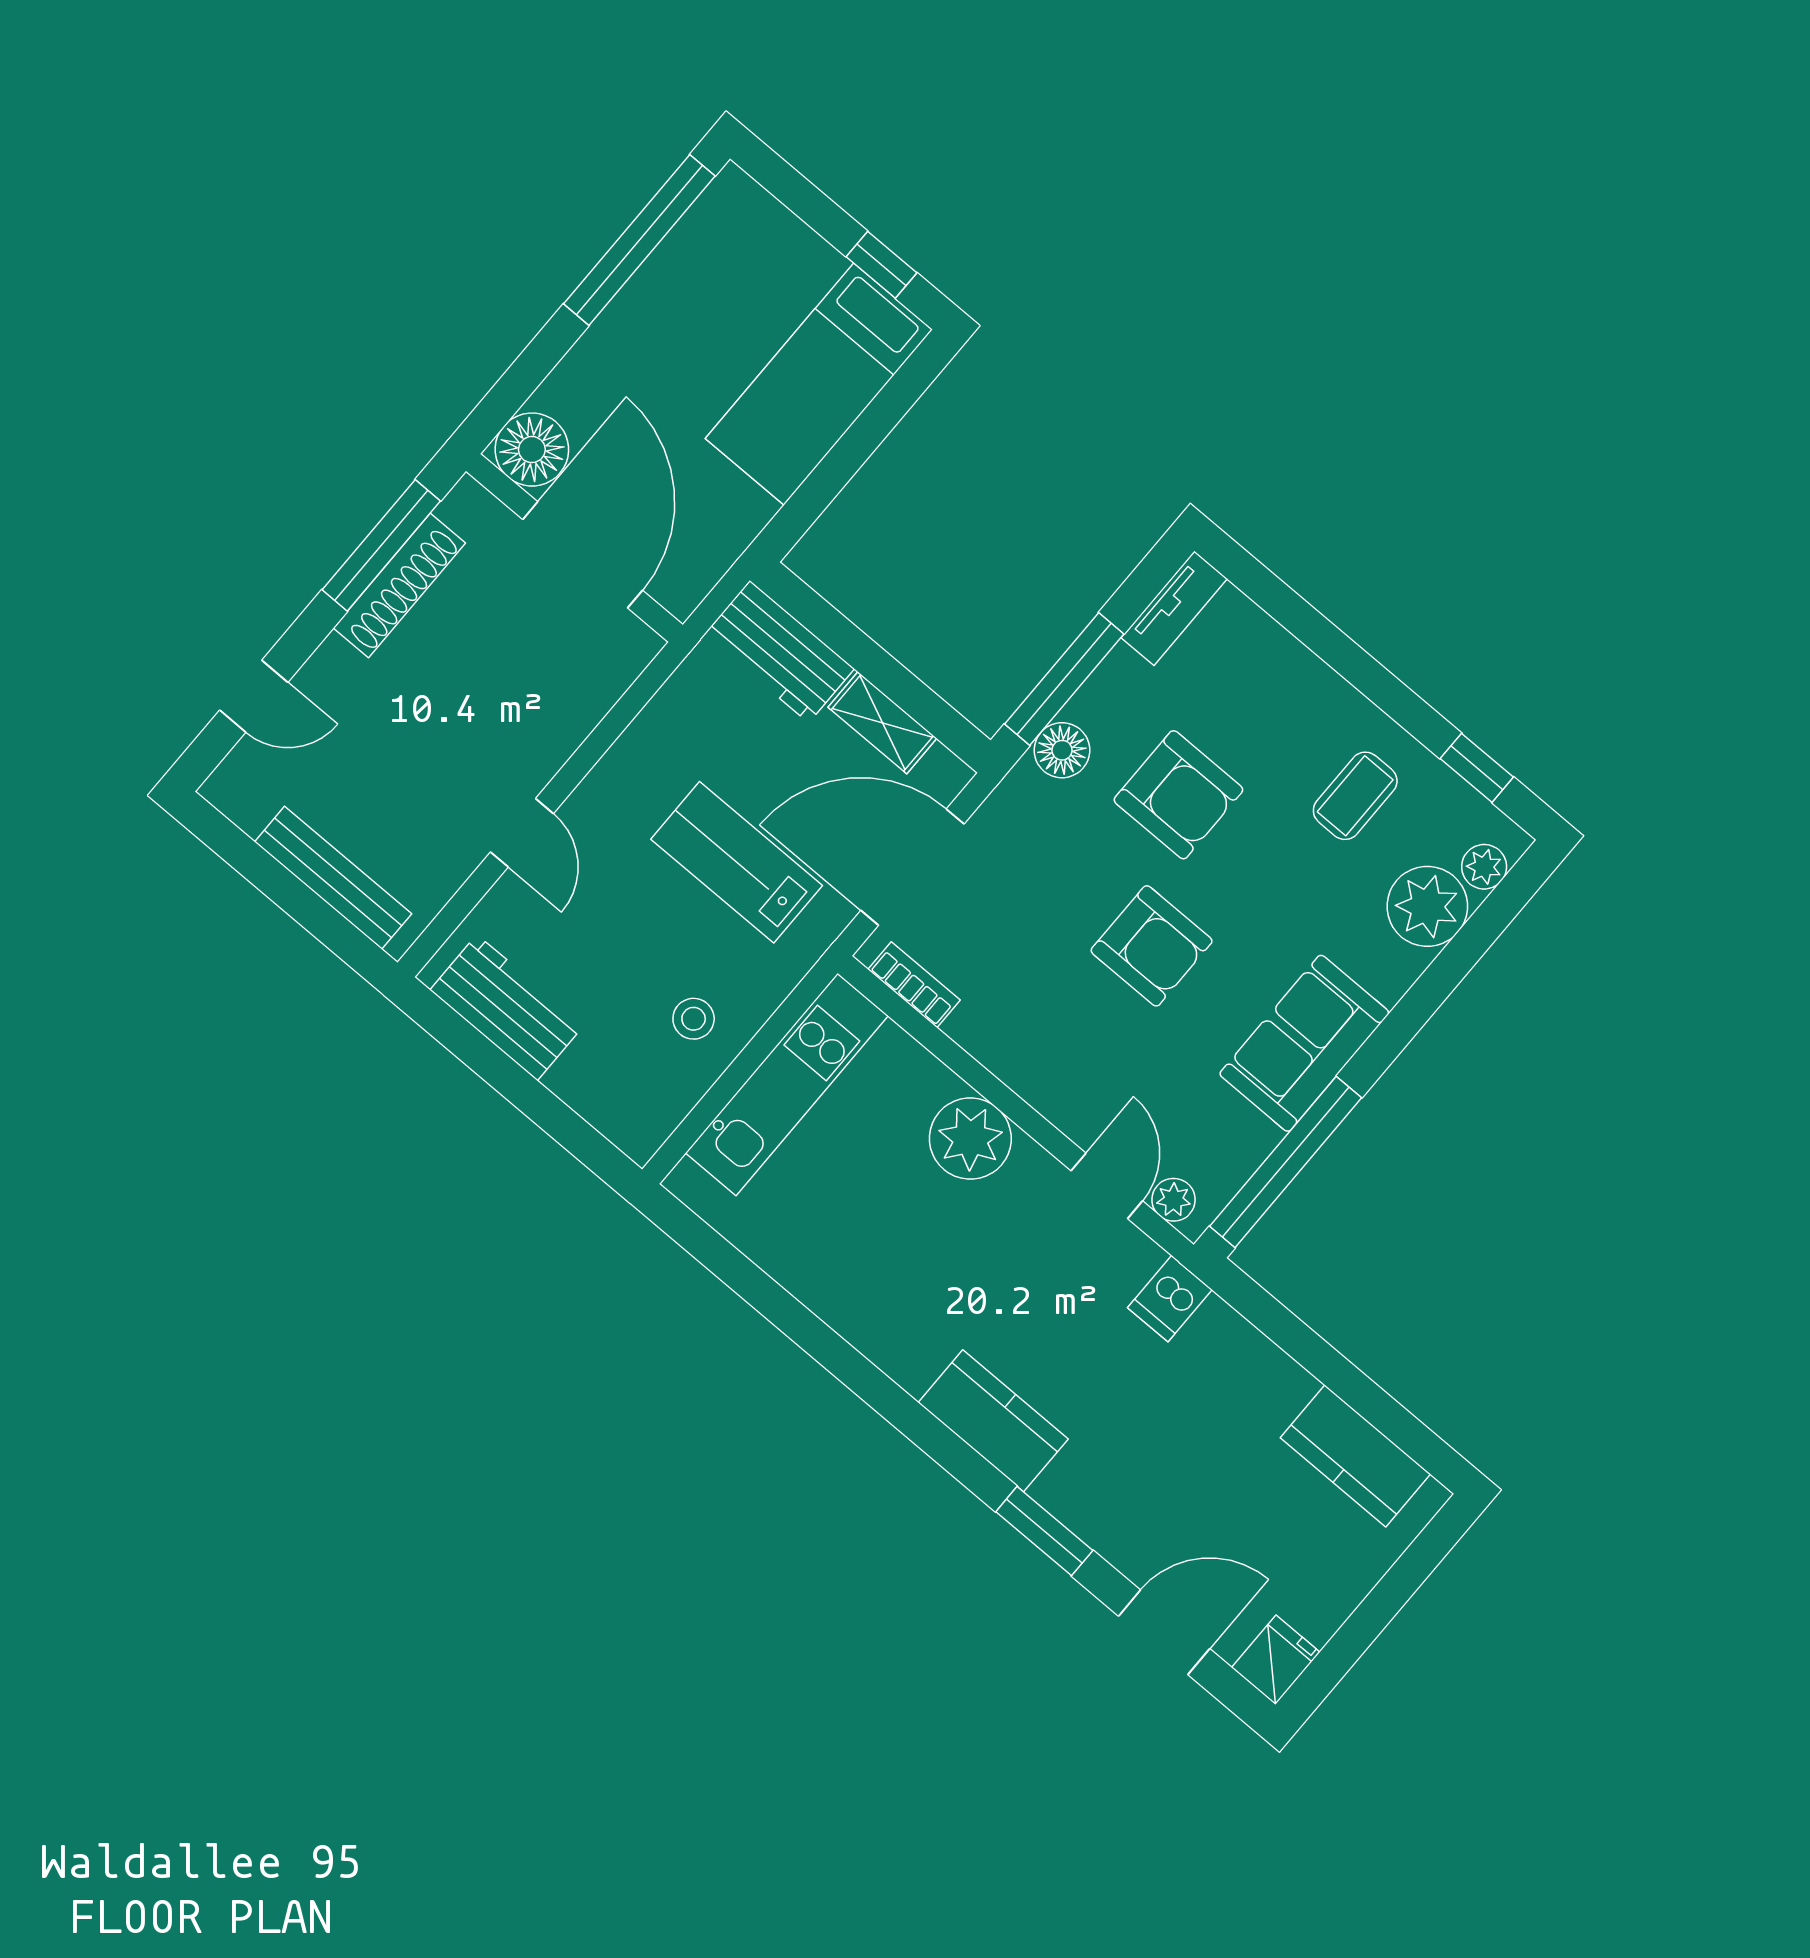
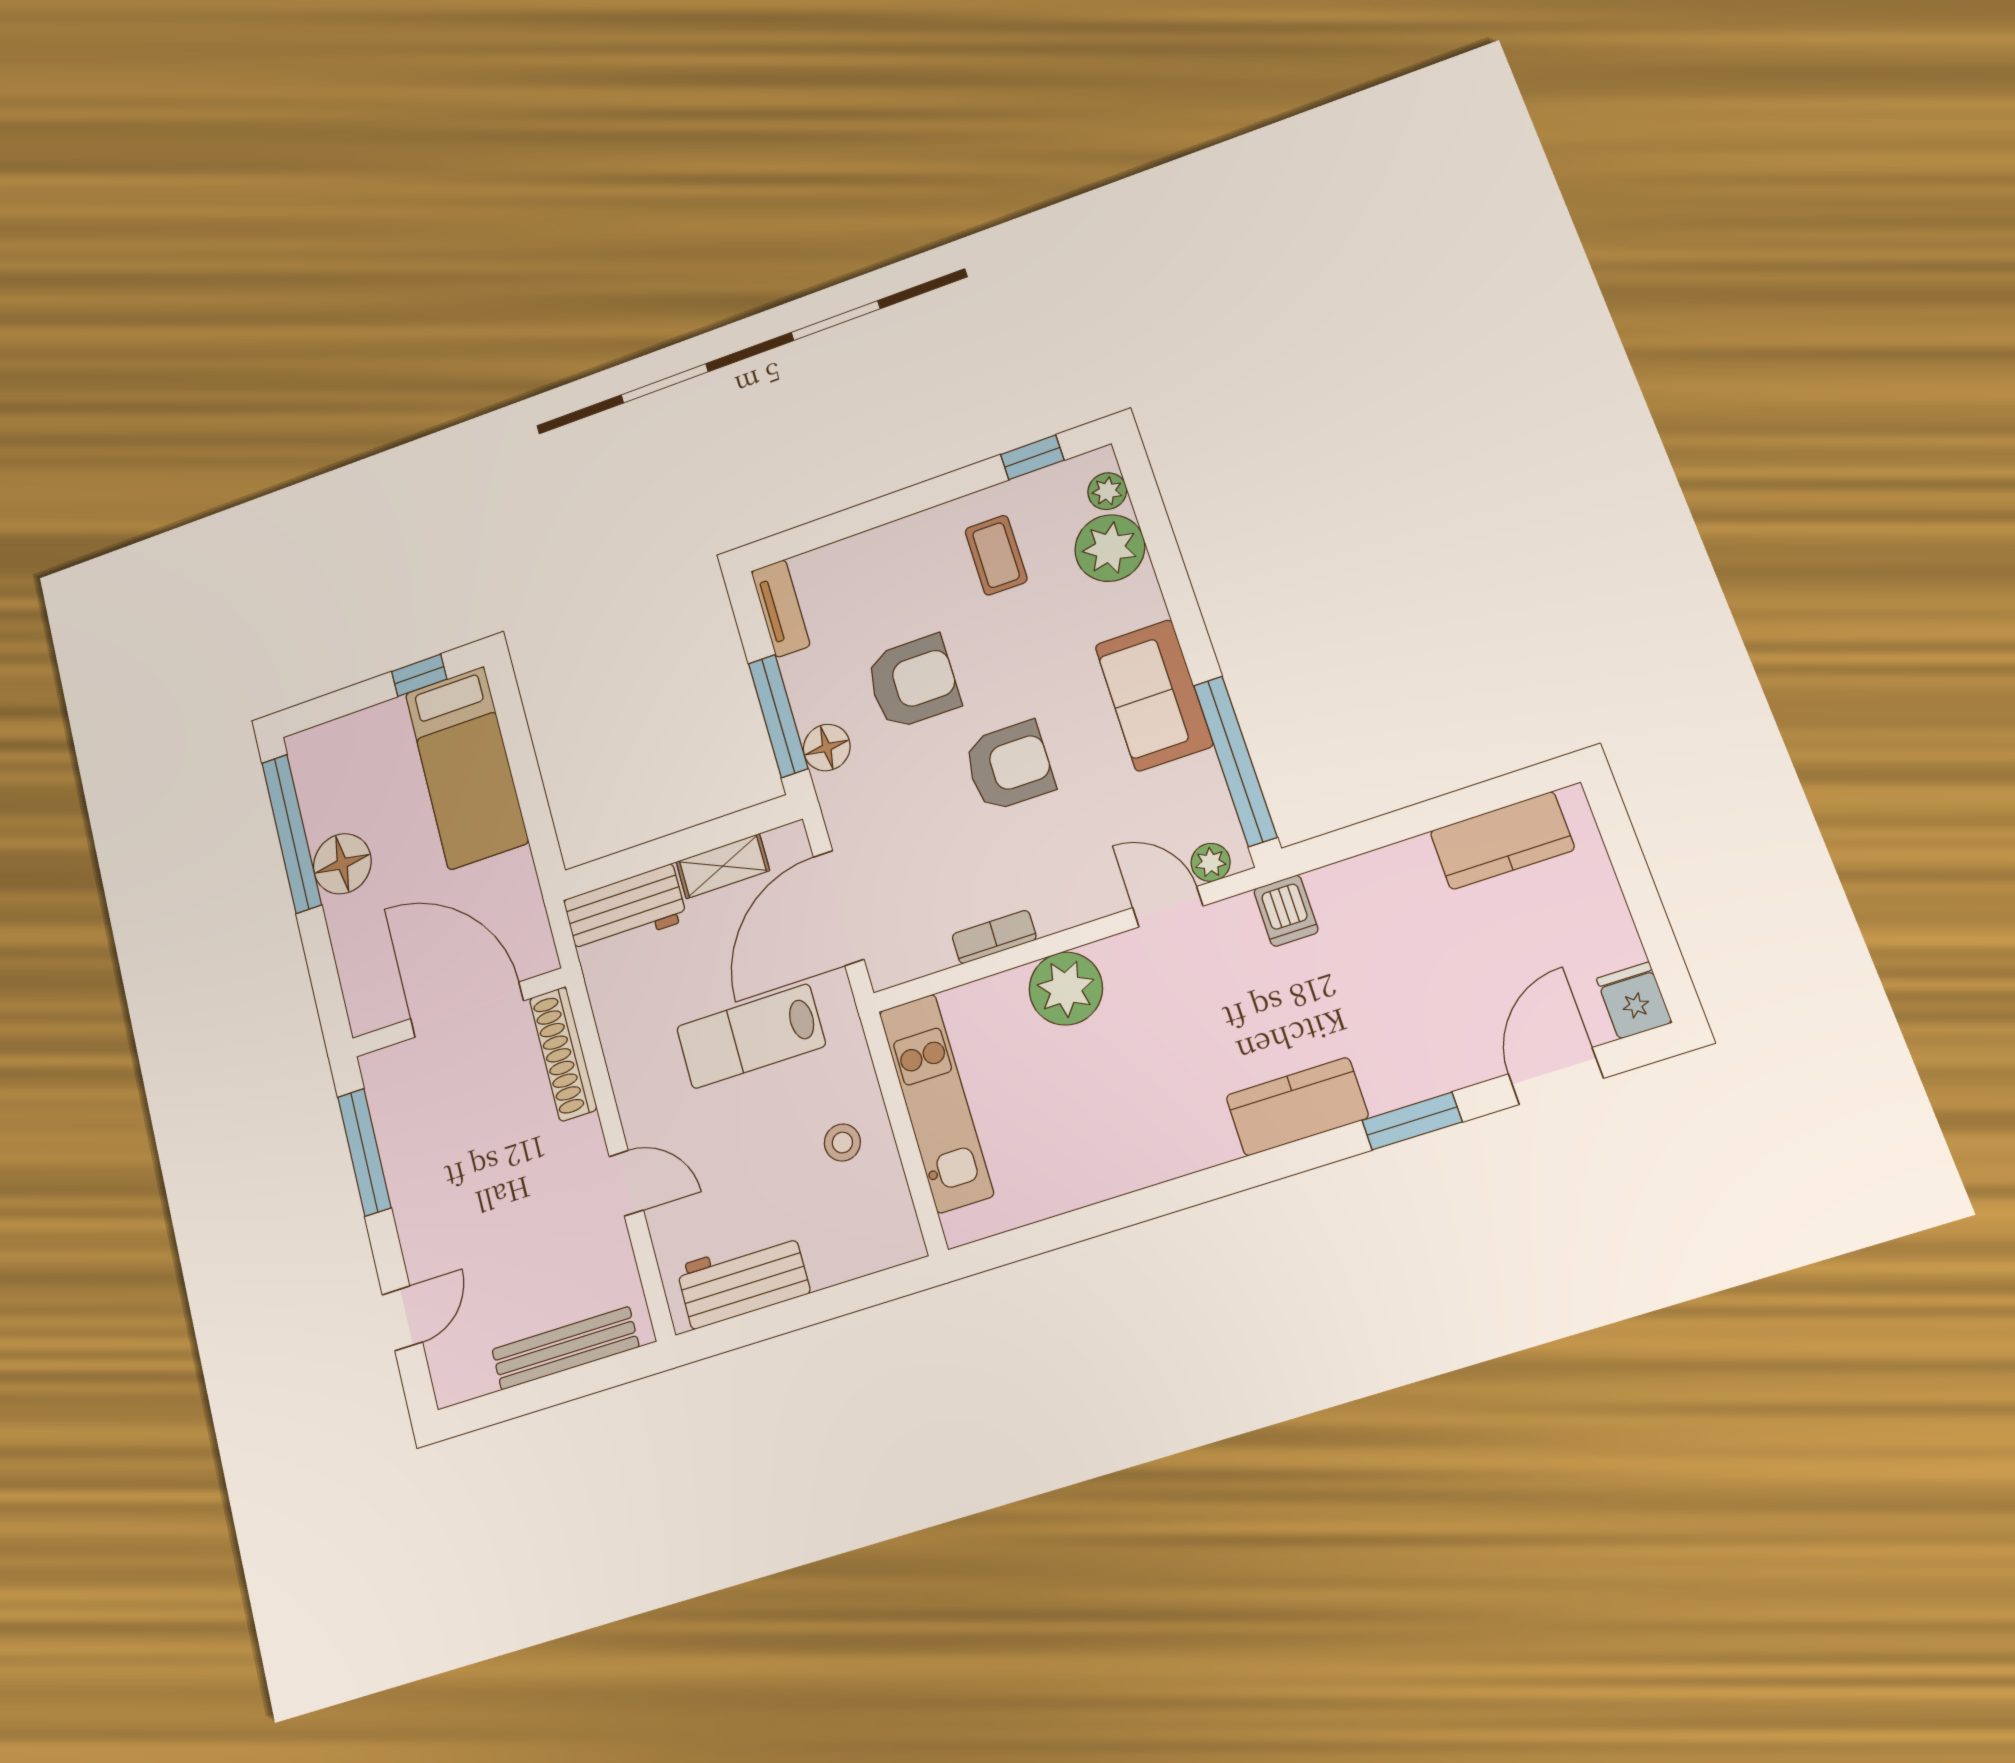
floor lamp: (532, 450) -> (342, 864), moved
shoe rack: (399, 586) -> (563, 1054), moved, turned 180
bookcase: (914, 985) -> (994, 937), moved

